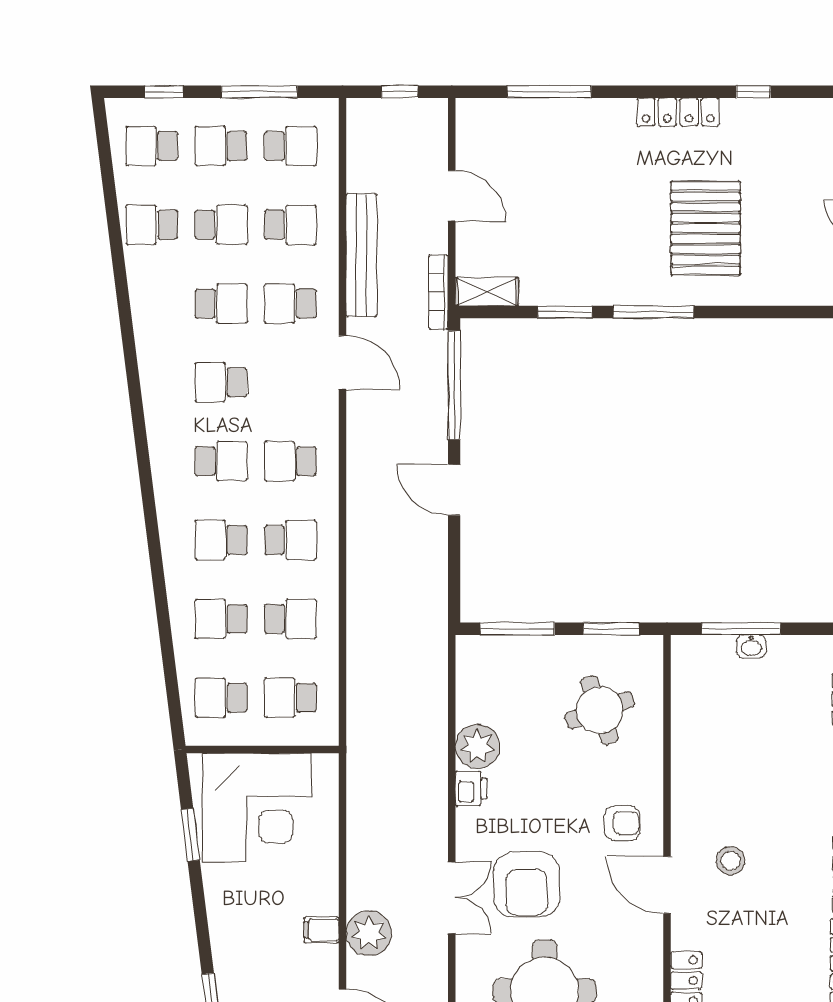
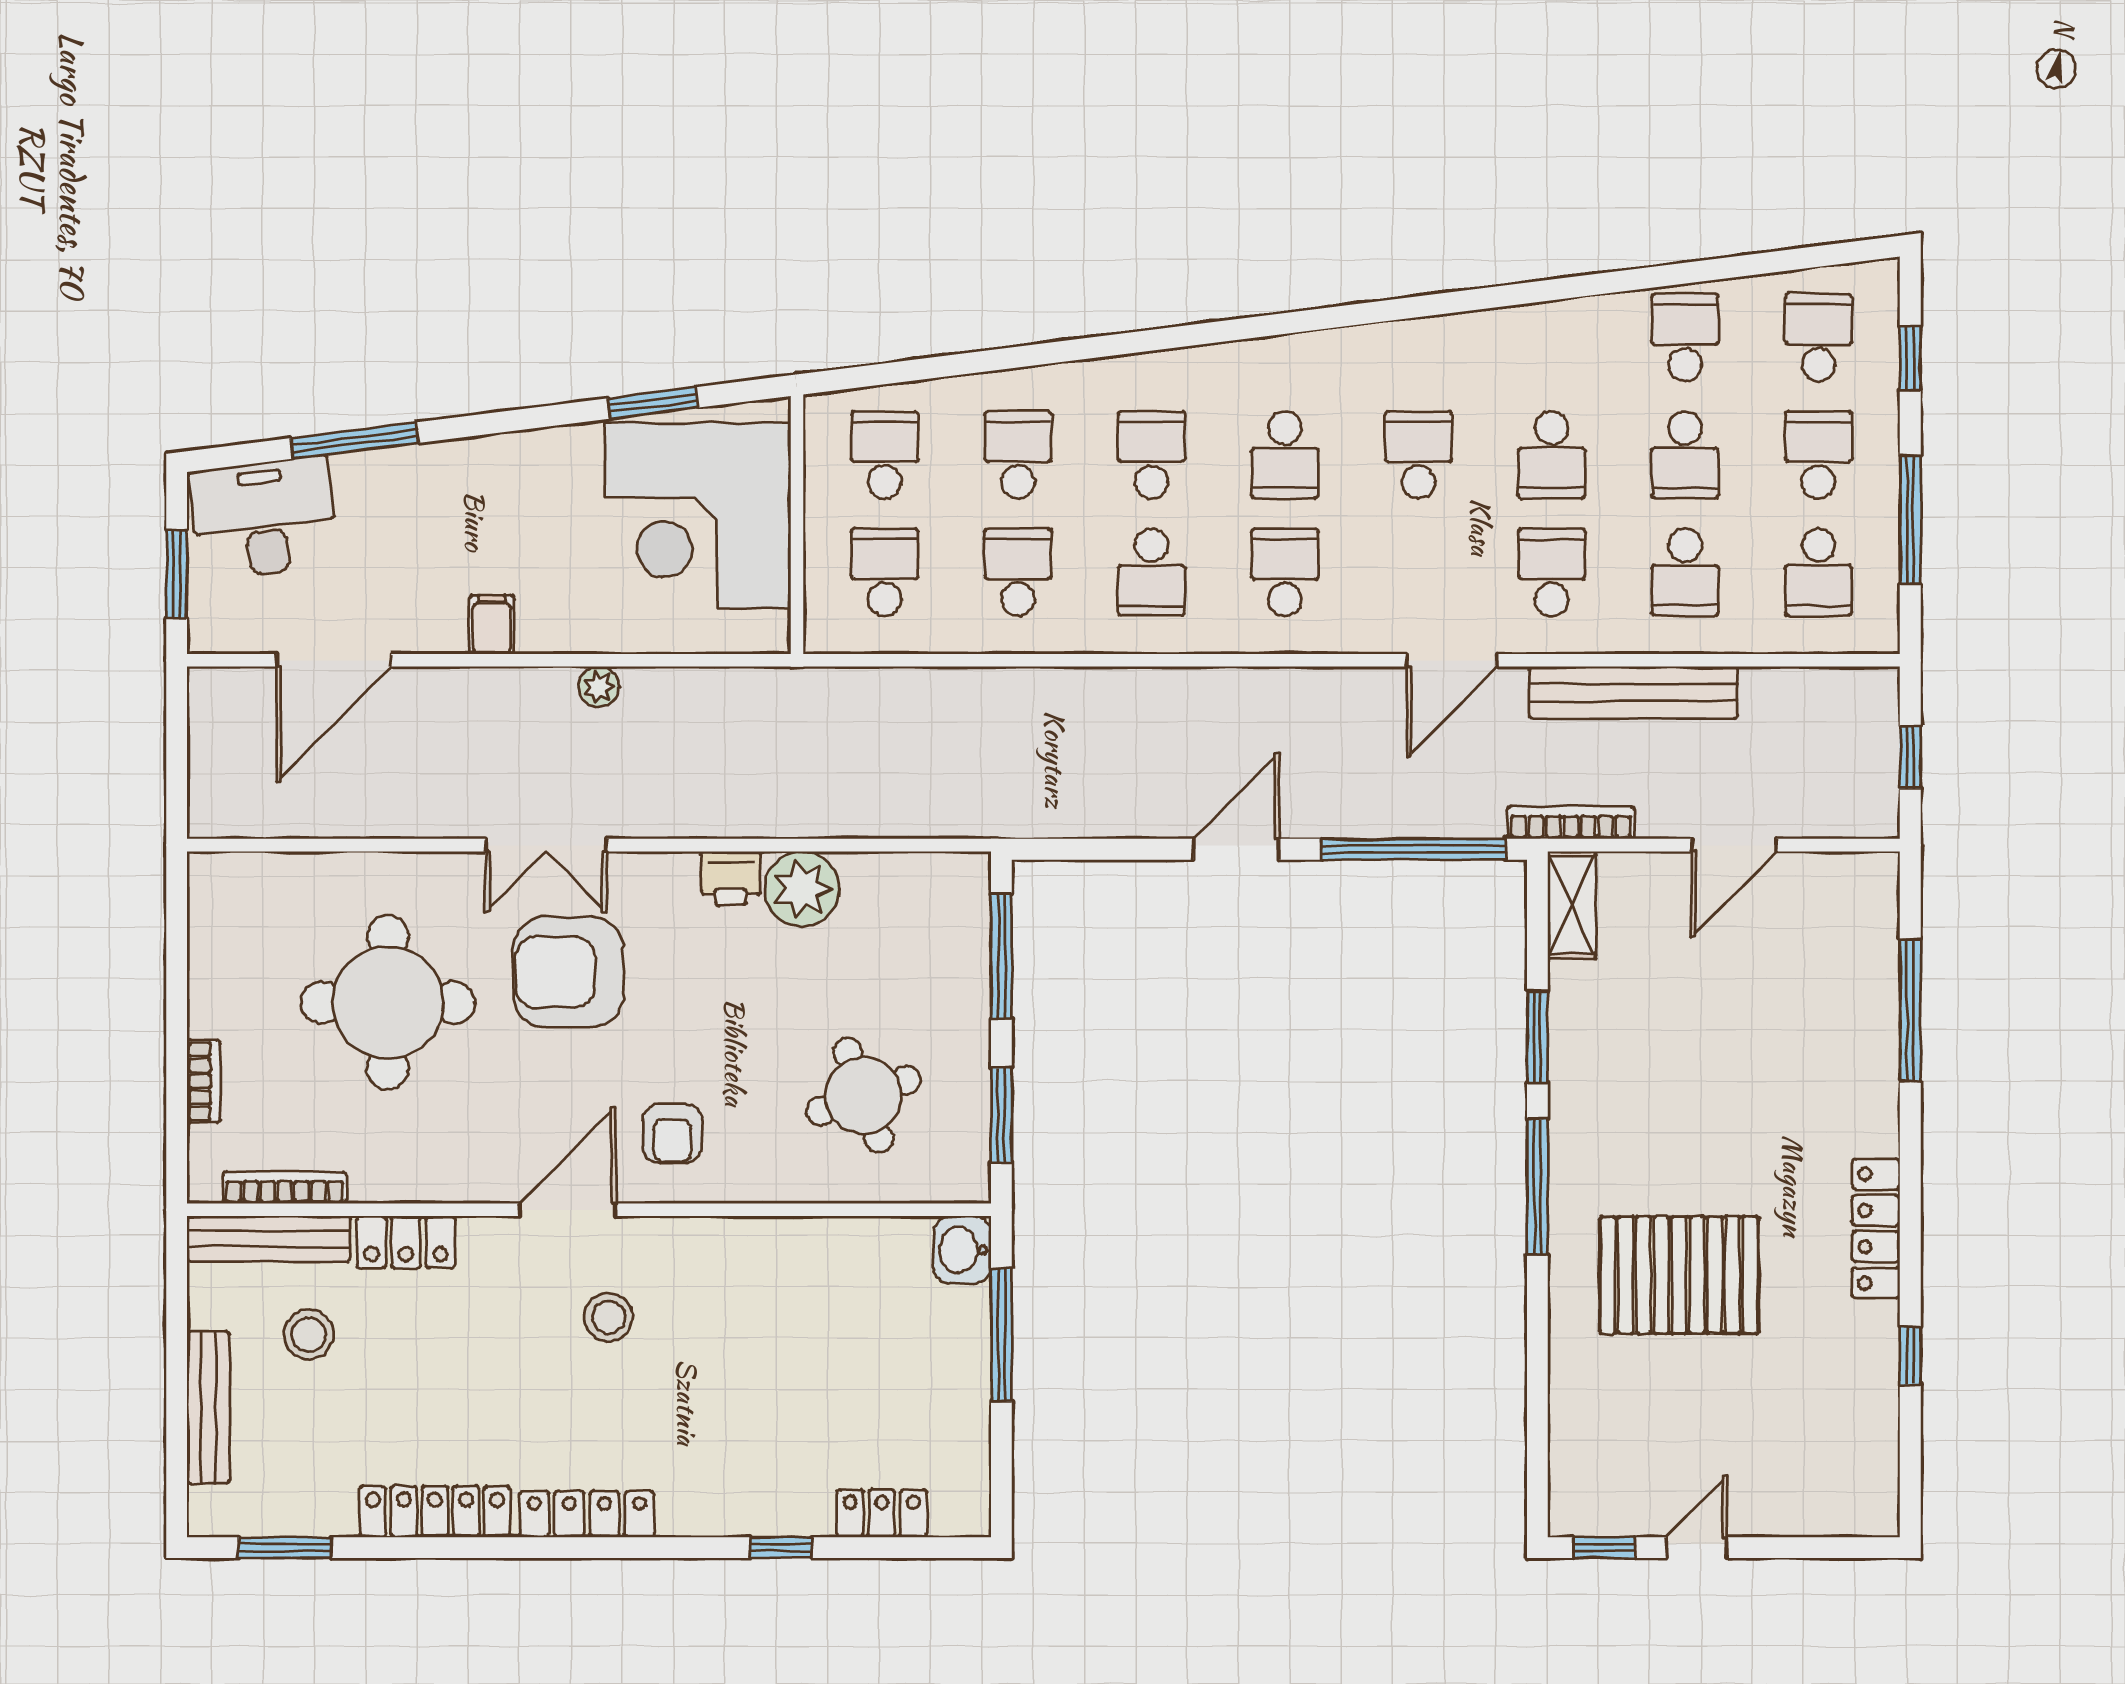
school desk: (290, 619) -> (1018, 572), turned 180
washbasin: (751, 647) -> (962, 1250), moved, width x1.38, depth x1.45
plant: (369, 933) -> (599, 687), moved, width x0.53, depth x0.53

